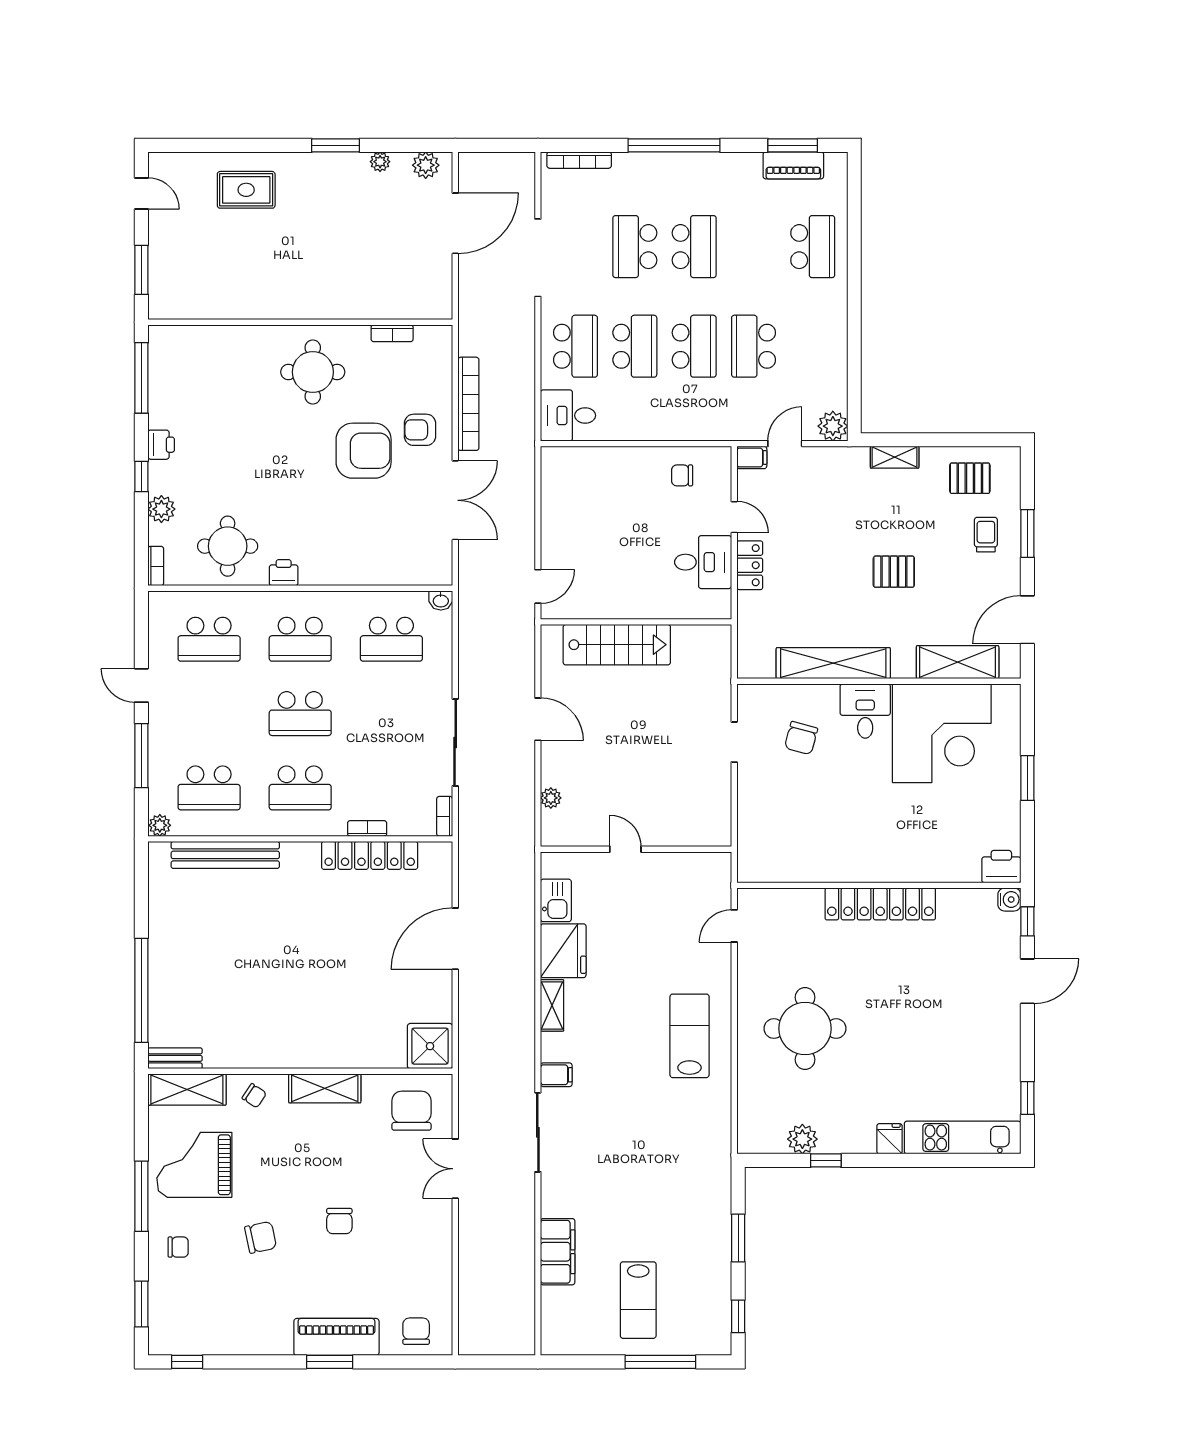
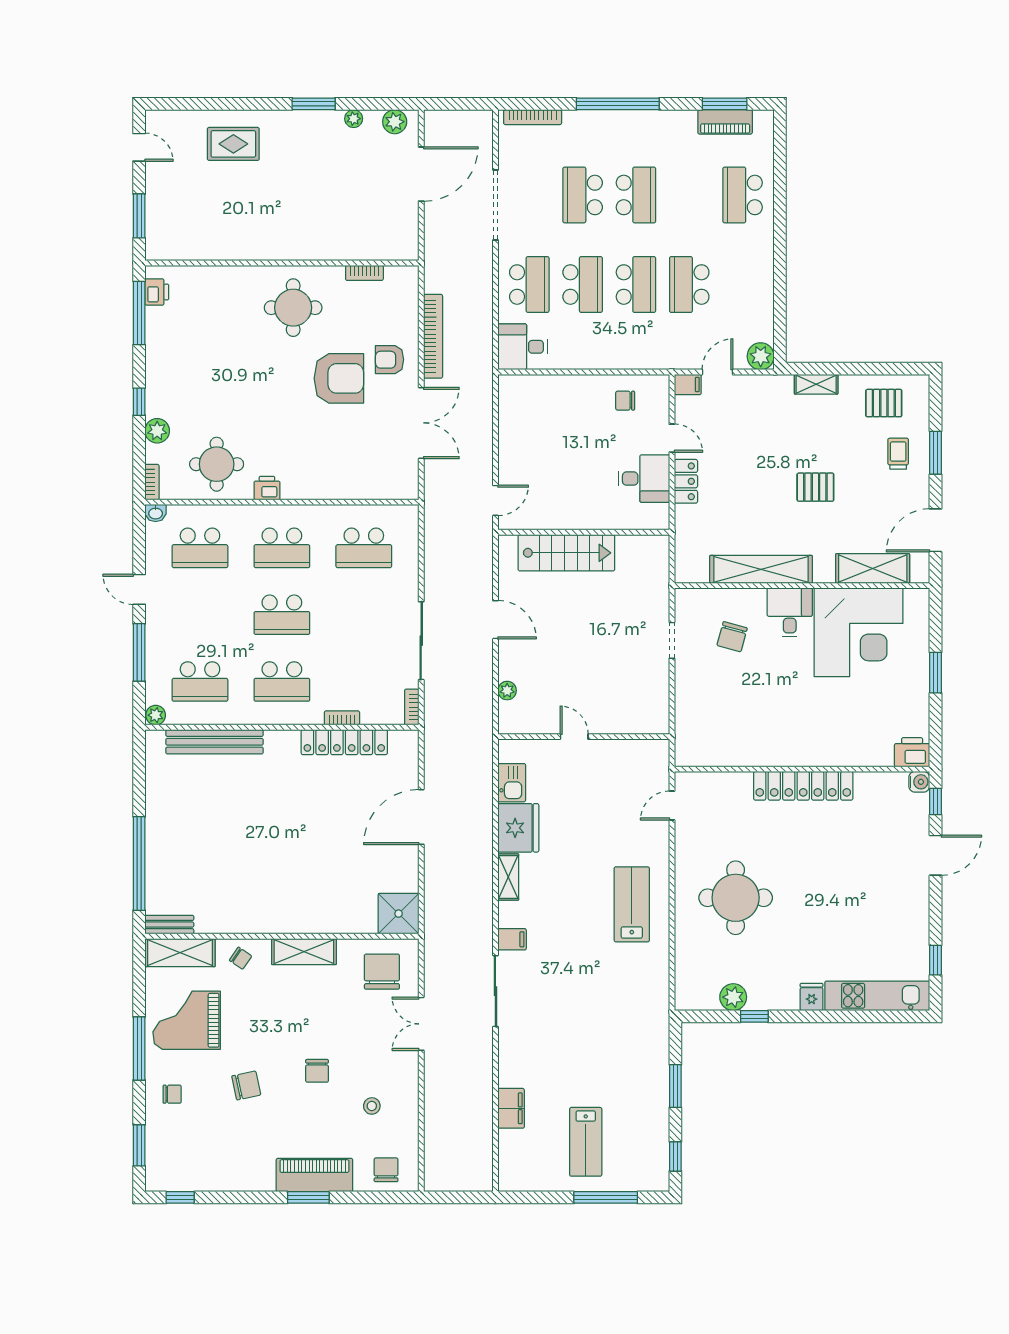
school desk: (813, 247) -> (743, 195), turned 180
printer: (161, 445) -> (157, 292), moved
washbasin: (441, 600) -> (156, 513), moved
filing cabinet: (558, 1252) -> (511, 1108), width x0.67, depth x0.86
stool: (400, 1260) -> (372, 1106), added

